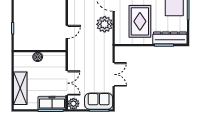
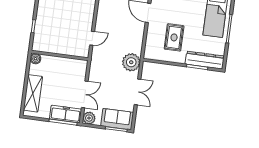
rug: (140, 21) -> (174, 37), width x0.73, depth x0.70
plant: (105, 24) -> (131, 62), moved
boiler: (38, 57) -> (35, 59), moved

